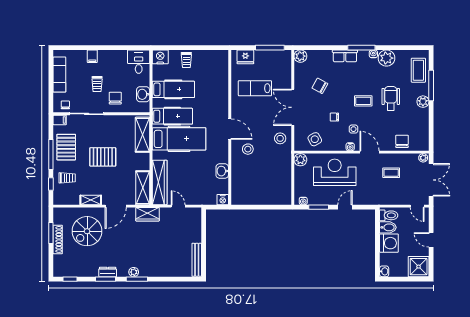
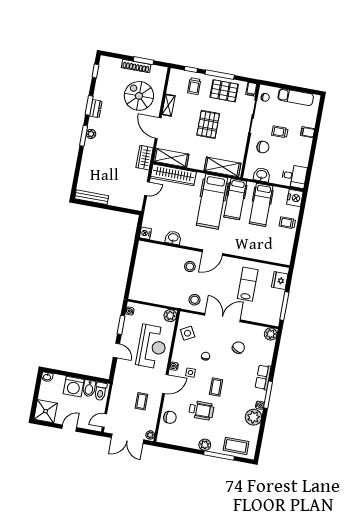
wheelchair: (391, 98) -> (201, 410), moved

